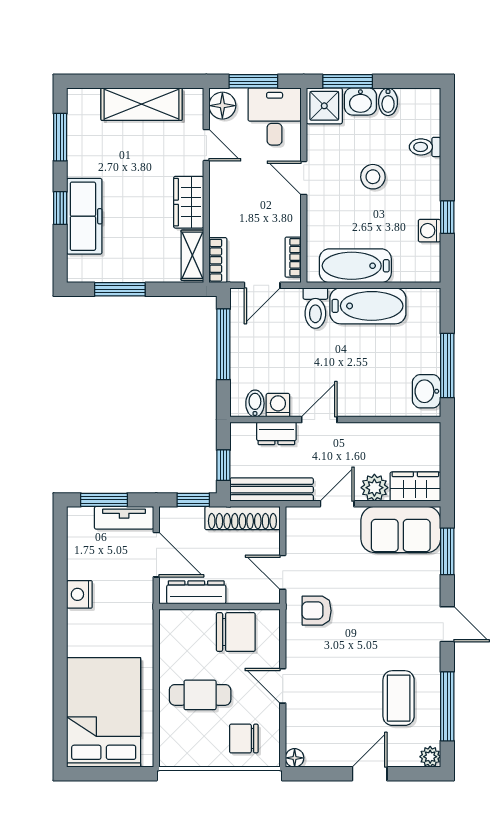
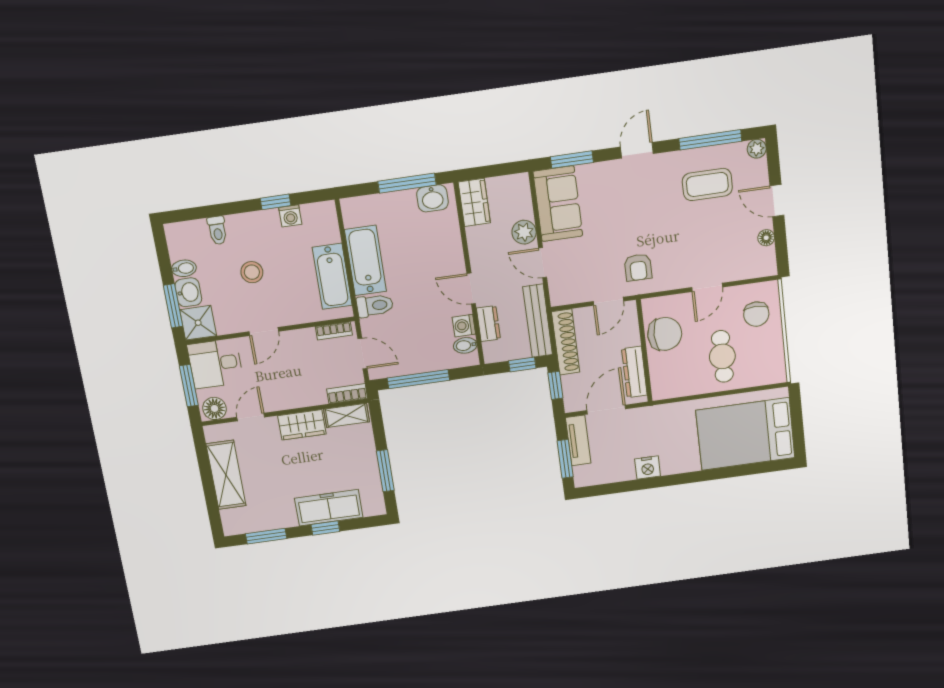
wardrobe: (415, 487) -> (474, 202), moved, turned 180
chair: (236, 632) -> (665, 334), turned 90
floor lamp: (295, 758) -> (766, 238), moved

